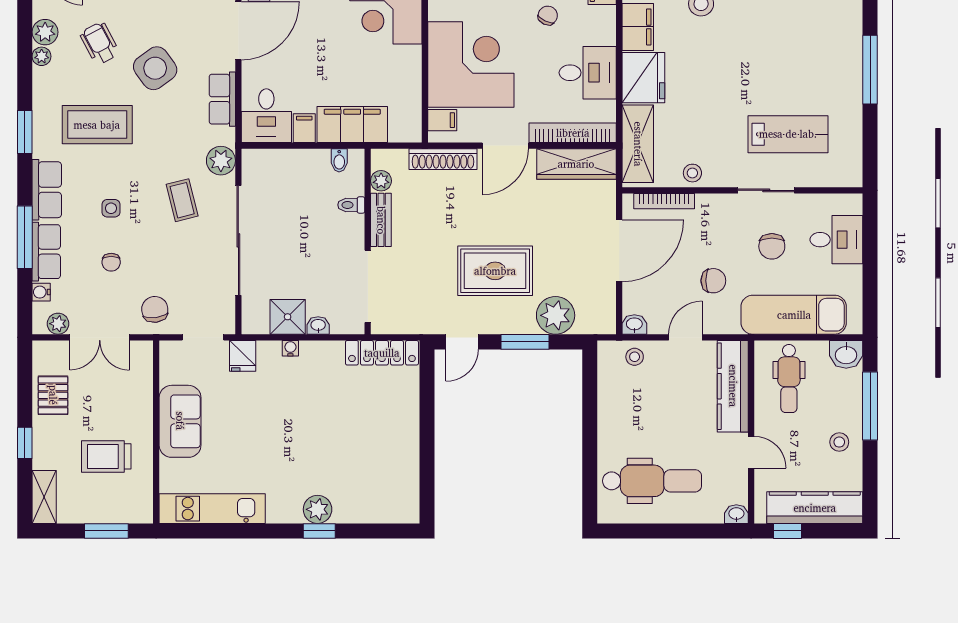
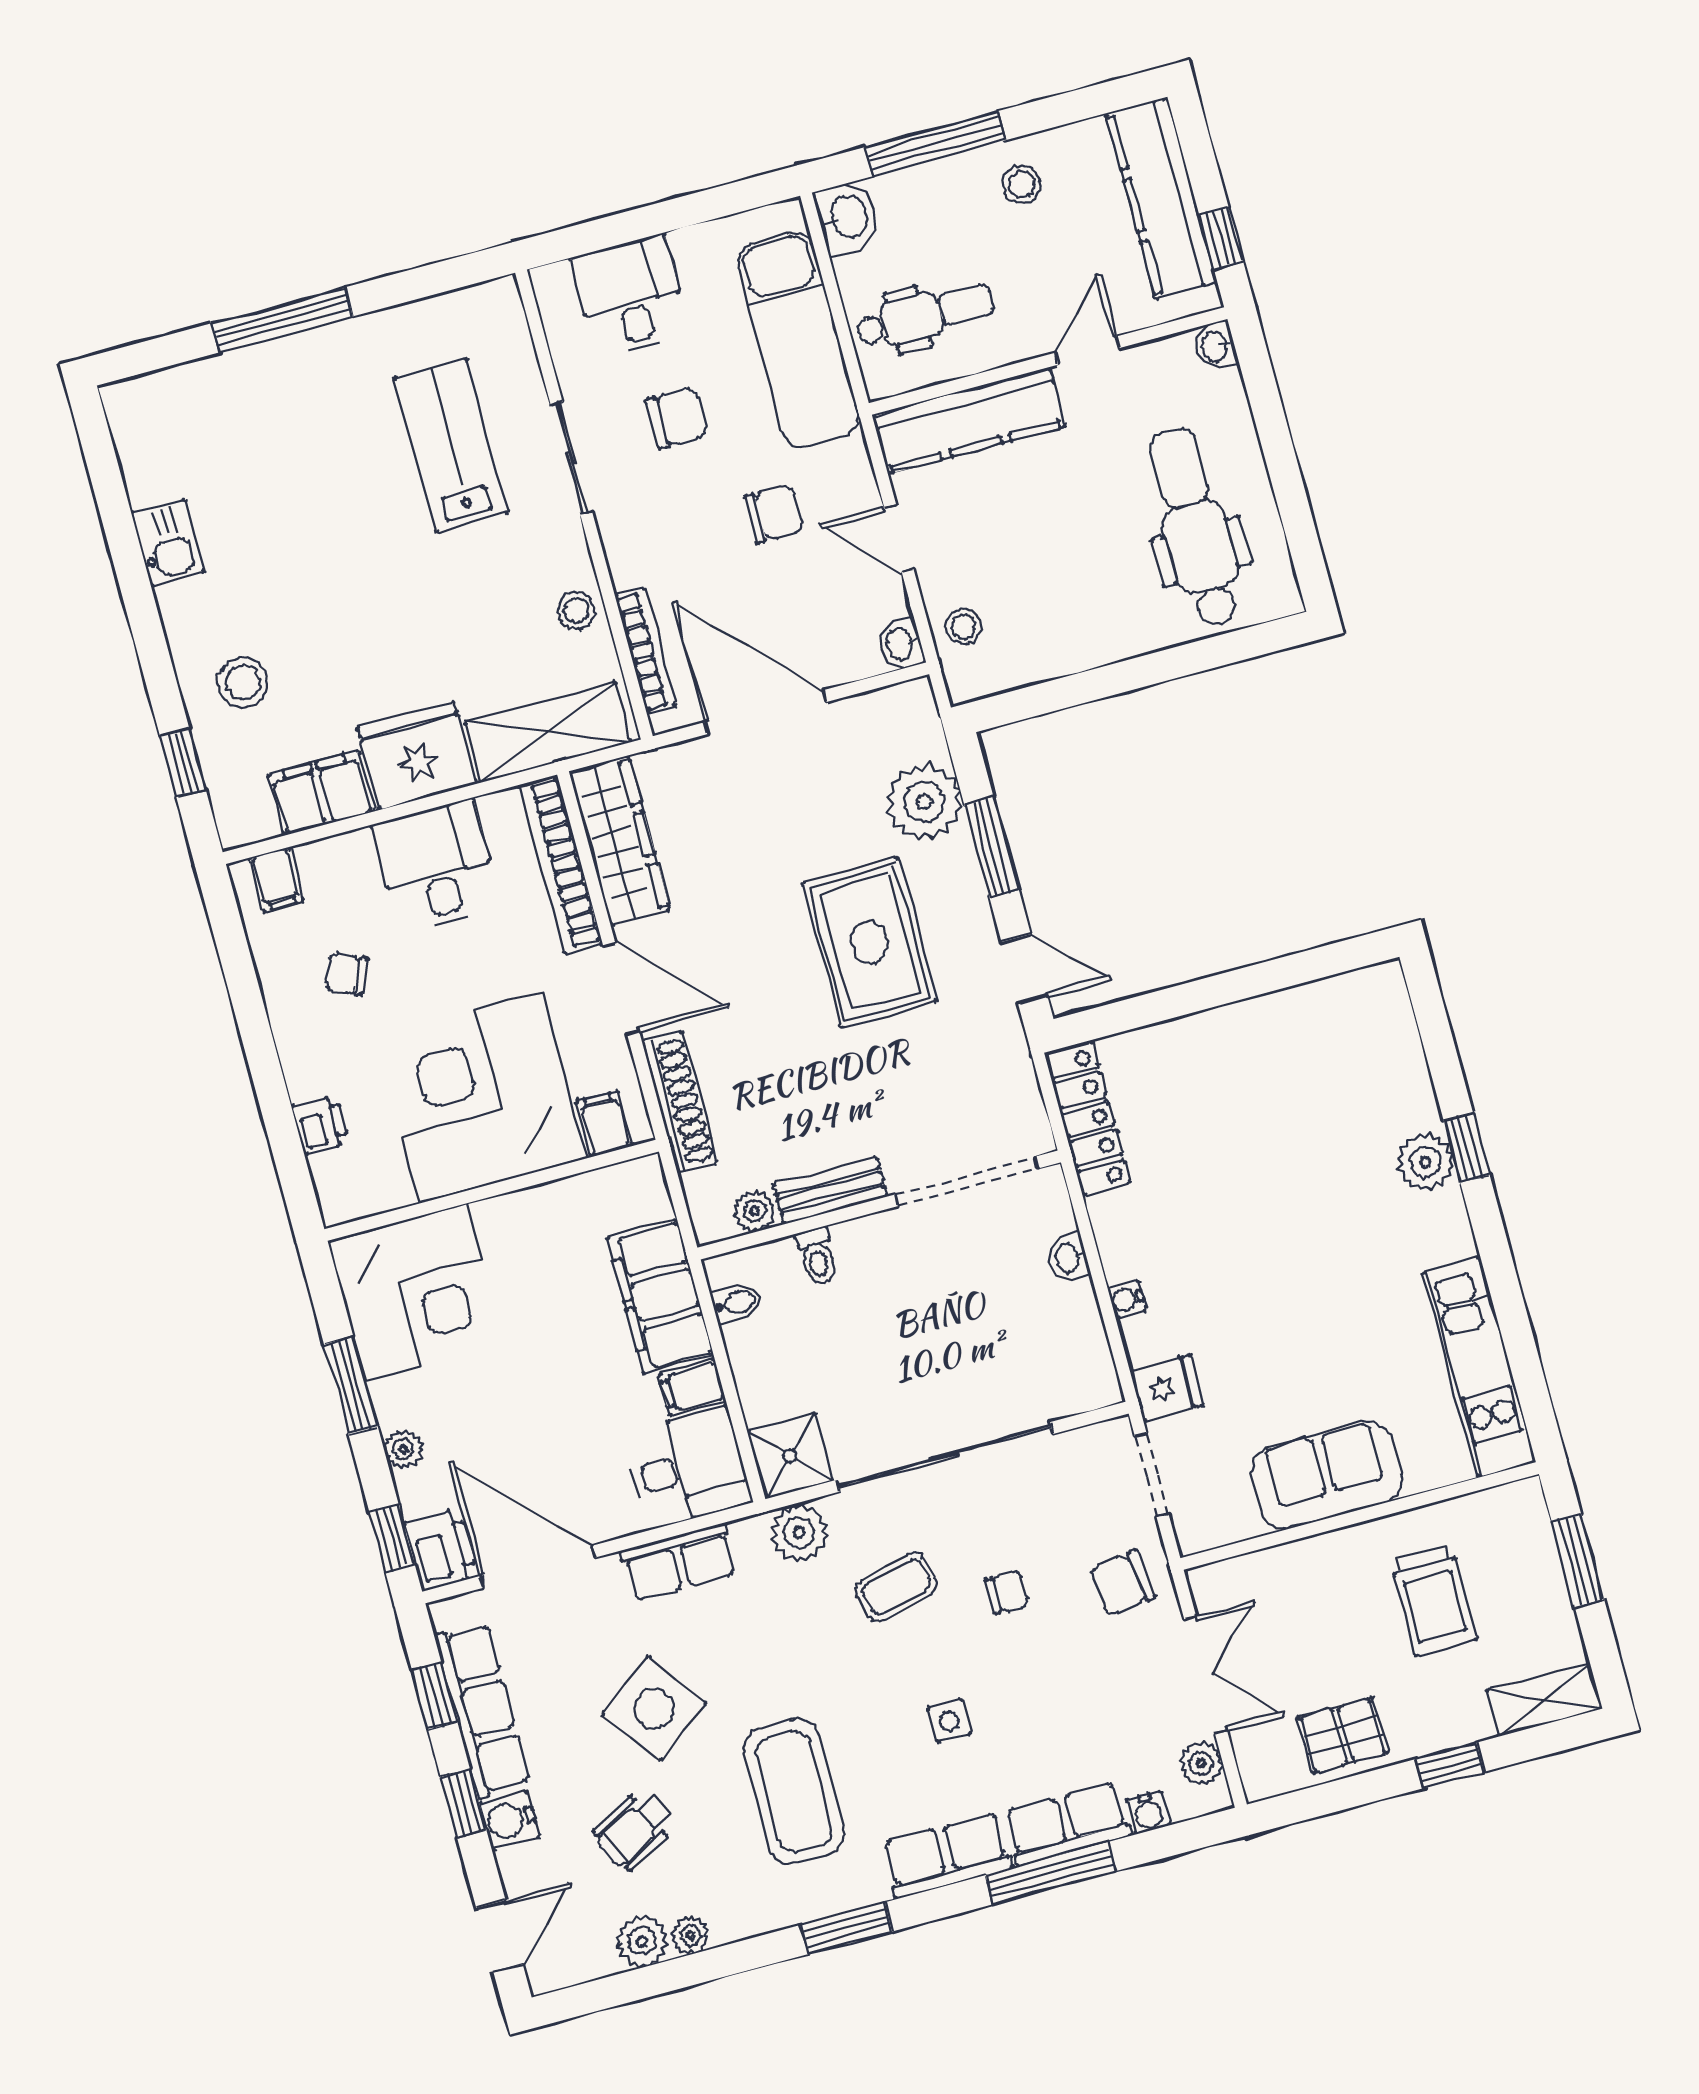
chair: (111, 262) -> (1007, 1592), moved
chair: (713, 281) -> (774, 513), turned 90
shower: (288, 317) -> (790, 1456), moved

